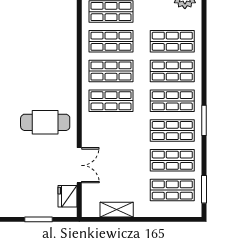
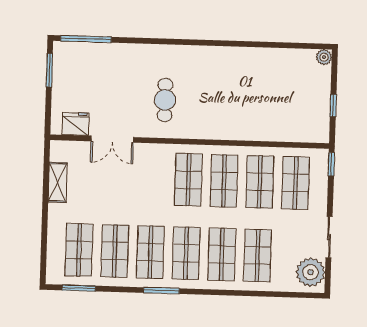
cafe table: (45, 122) -> (165, 100), width x0.73, depth x0.74
window: (39, 219) -> (49, 70), moved

